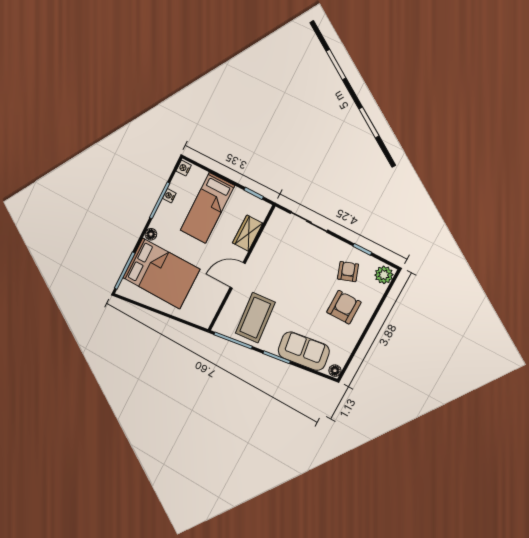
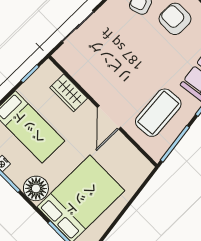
floor lamp: (151, 234) -> (36, 188), width x1.89, depth x1.89
coffee table: (255, 318) -> (158, 113), turned 90

